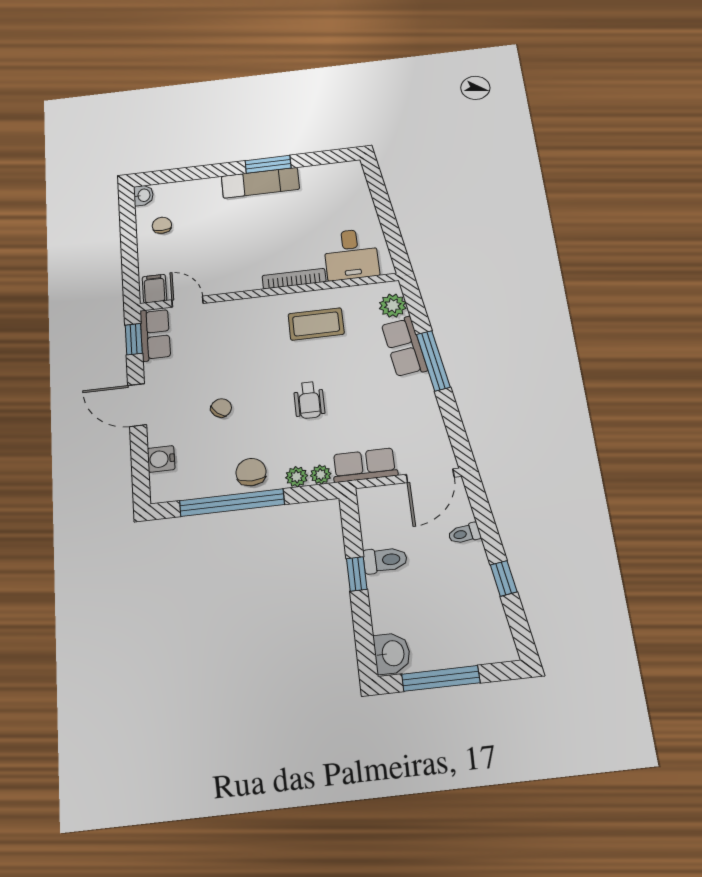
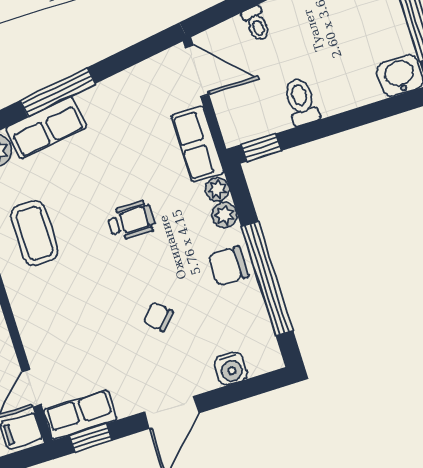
window: (357, 574) -> (261, 148), moved

